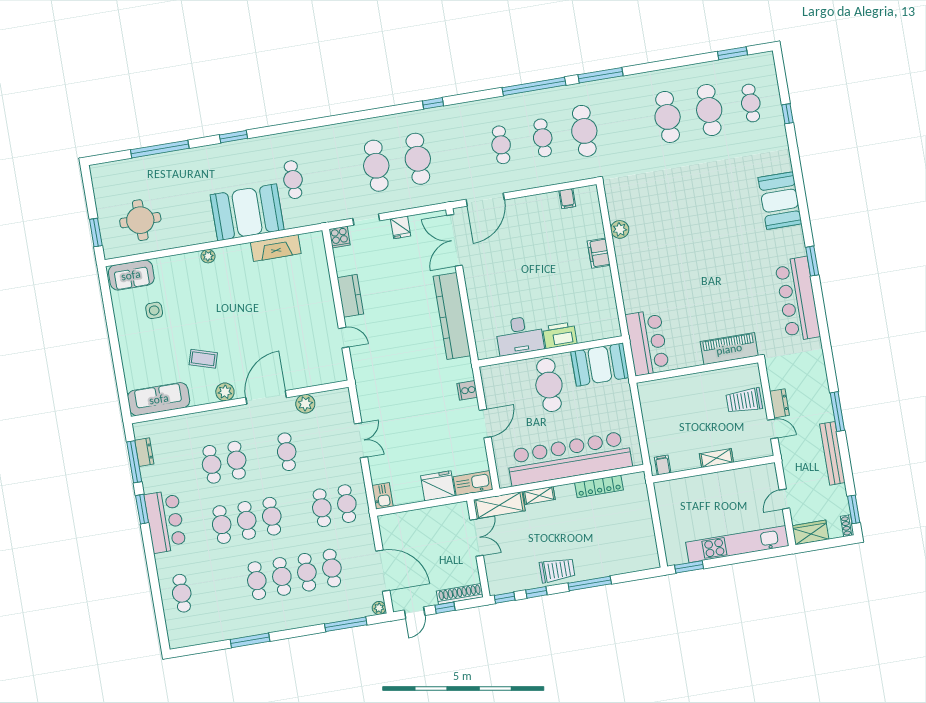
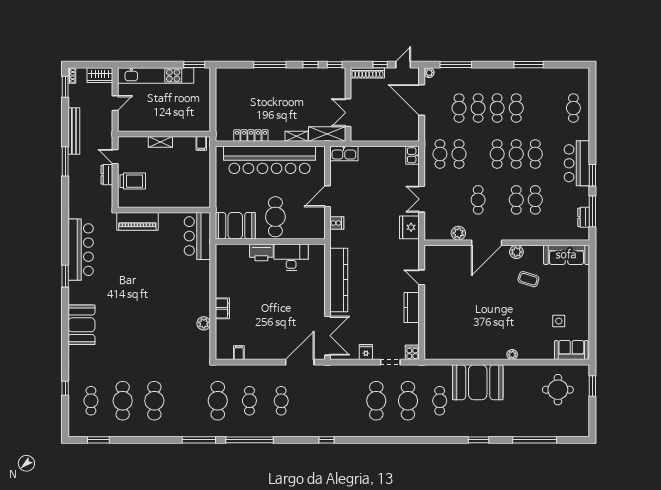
cafe table: (418, 159) -> (408, 401), moved
fireplace: (276, 248) -> (461, 352), removed
fridge: (438, 486) -> (409, 227), moved, turned 90
trolley: (557, 570) -> (292, 79), removed

